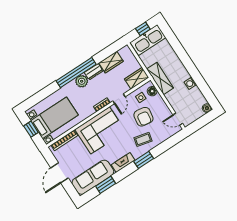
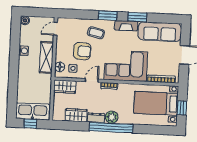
shelving: (160, 78) -> (46, 57), moved
armchair: (143, 117) -> (82, 51), turned 84
door: (178, 119) -> (55, 29), swing flipped
window: (106, 185) -> (137, 17), moved

